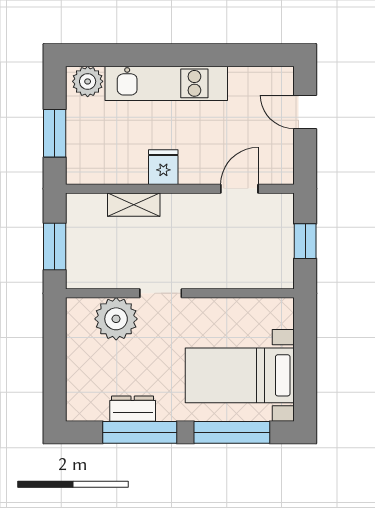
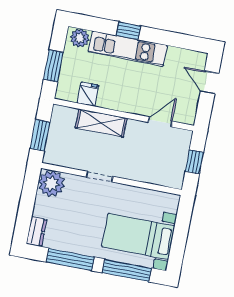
window: (162, 55) -> (128, 31), added
fridge: (163, 167) -> (88, 94), moved
shelving: (134, 205) -> (101, 123), width x1.50, depth x1.33
plant: (116, 319) -> (51, 184), moved
dresser: (133, 409) -> (37, 232), moved, turned 90

